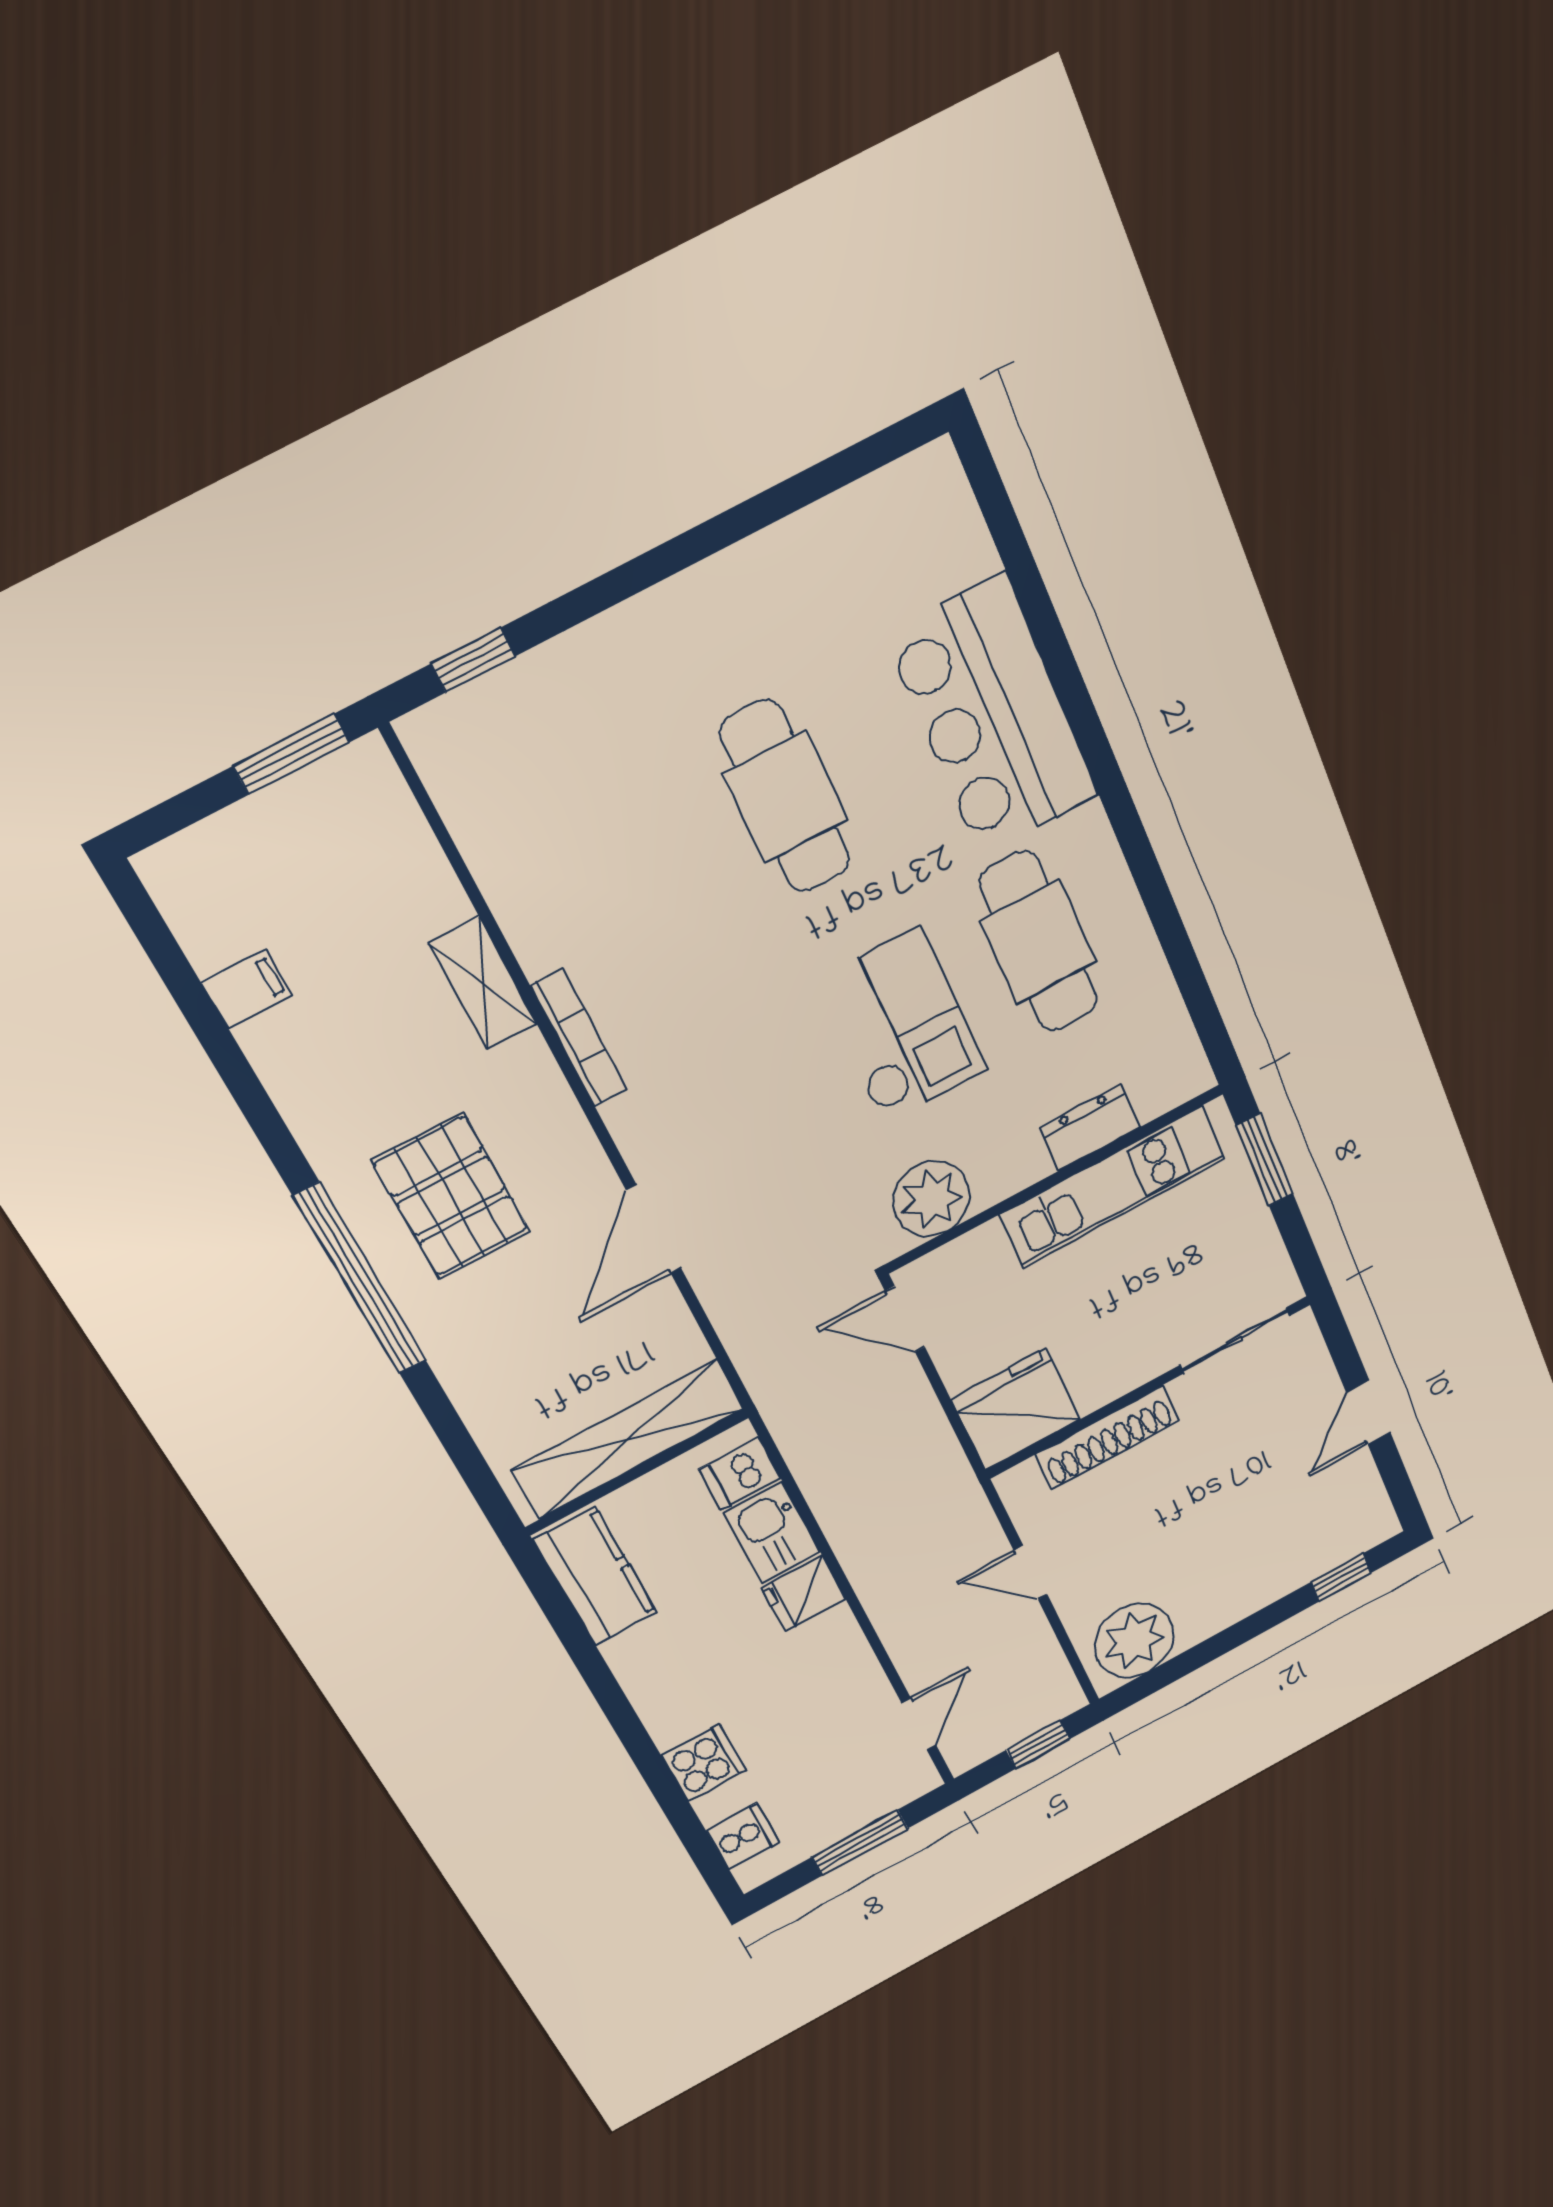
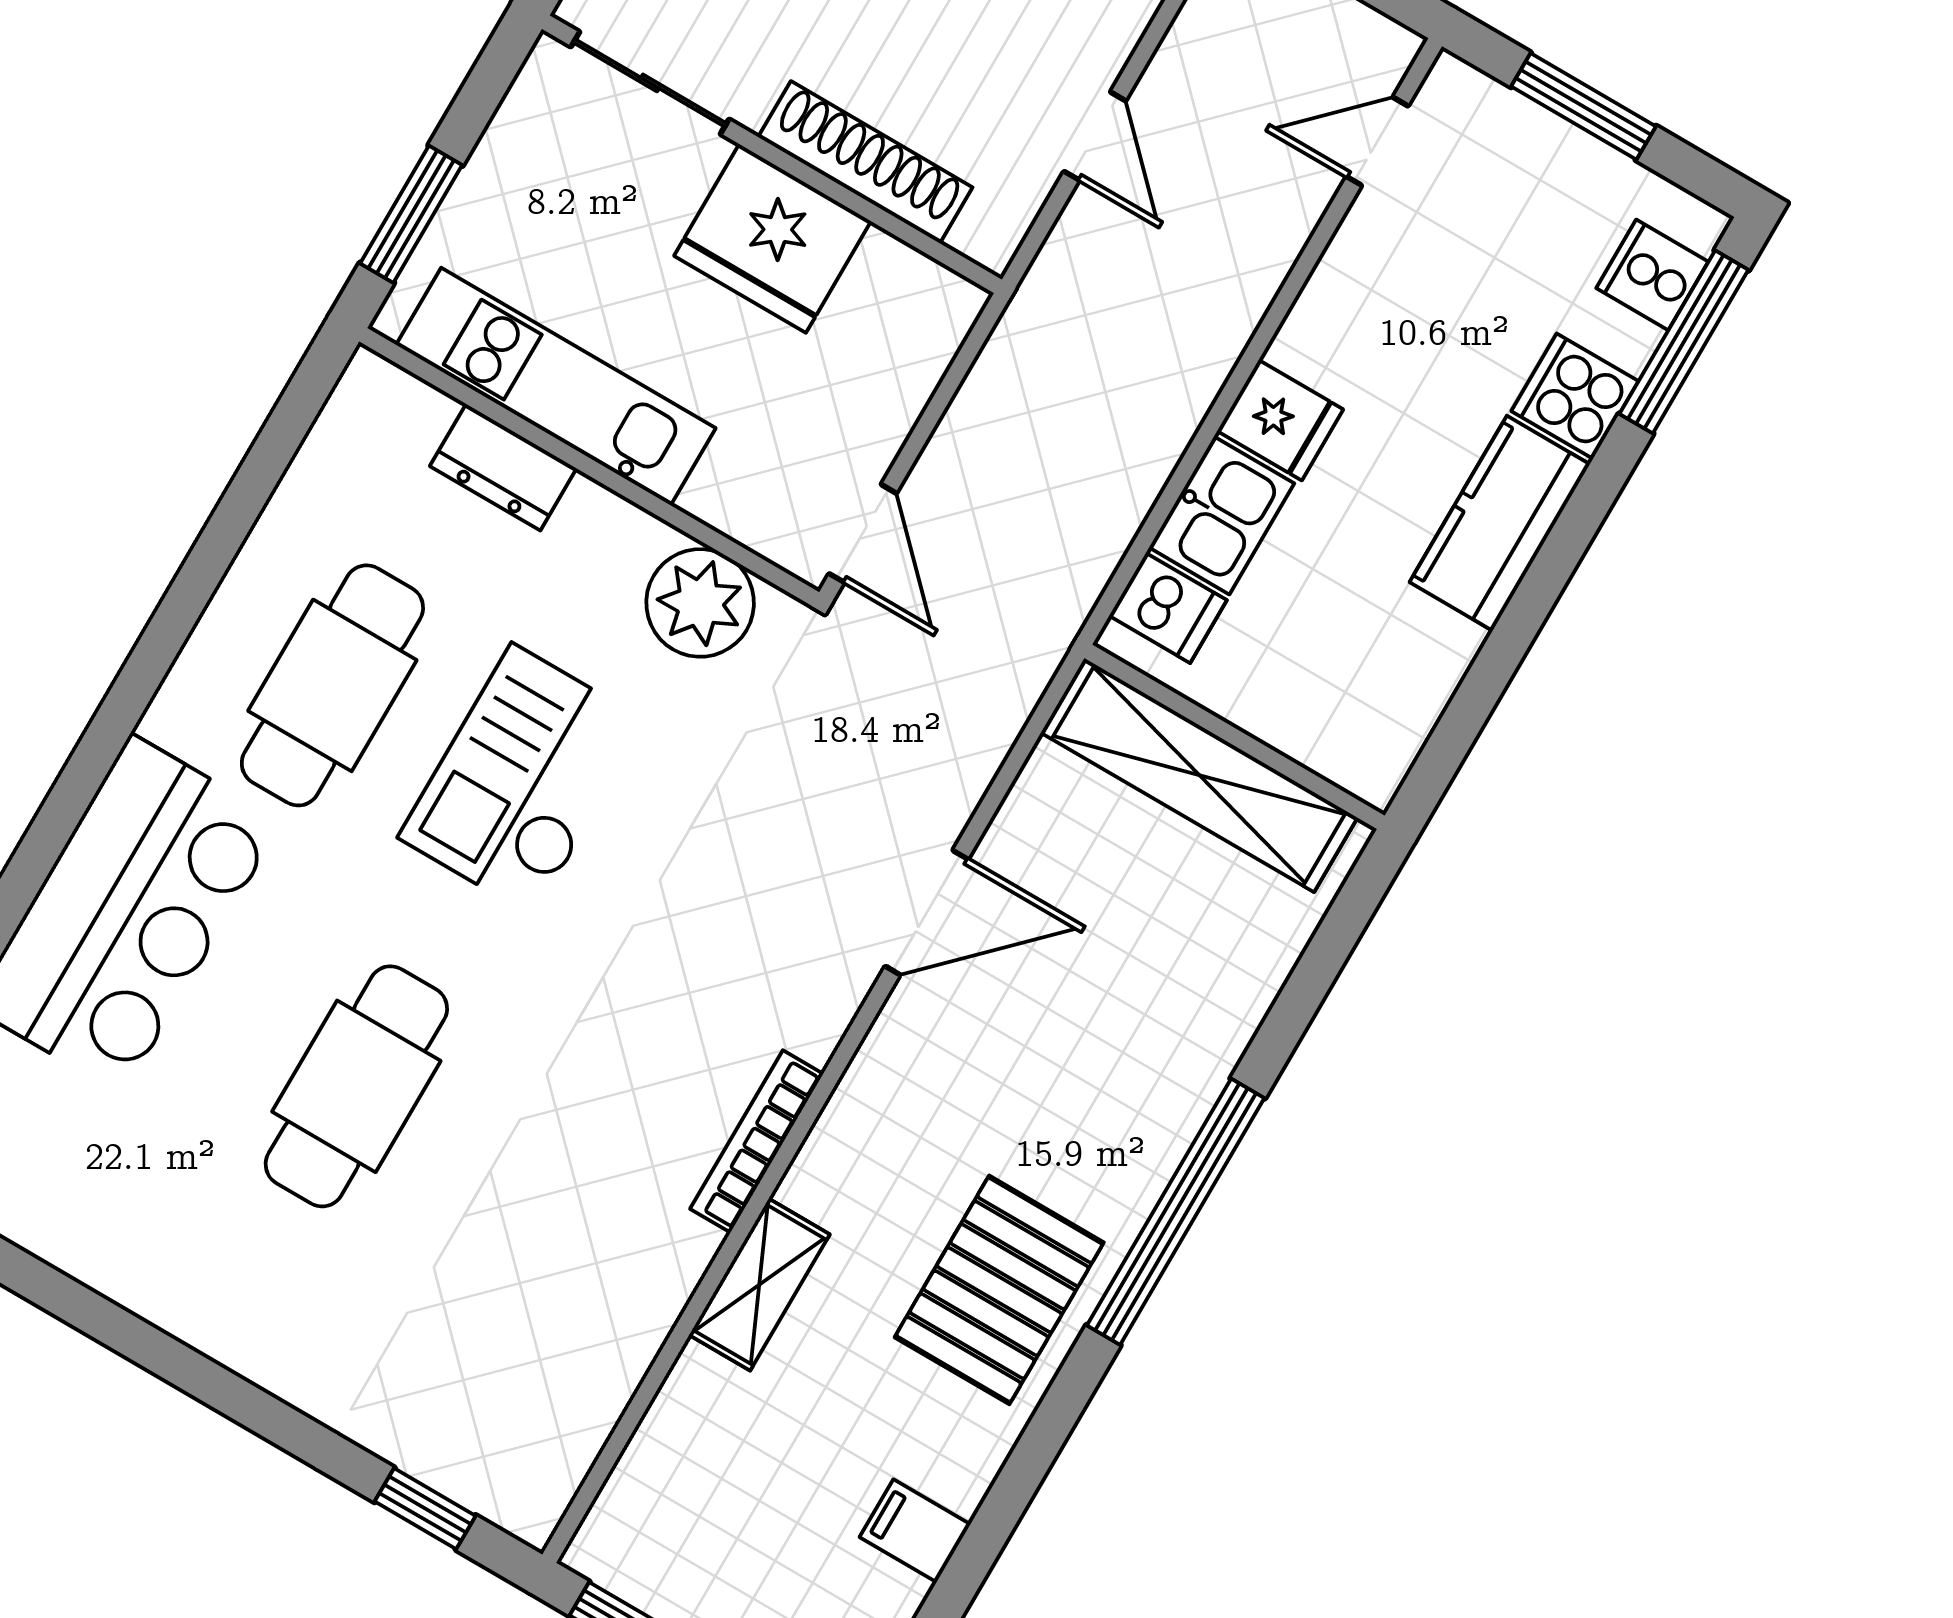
pallet: (451, 1196) -> (999, 1290), moved
fridge: (1016, 1409) -> (773, 238), moved
kitchen counter: (595, 1577) -> (1500, 523), moved
window: (694, 1836) -> (1684, 342), added

